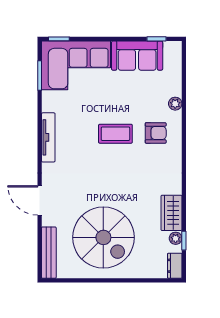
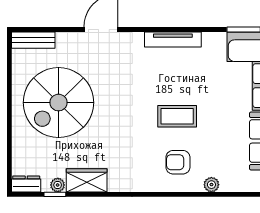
armchair: (156, 133) -> (178, 162), turned 90
coffee table: (115, 134) -> (177, 116), turned 90
bench: (49, 253) -> (33, 40), width x0.73

